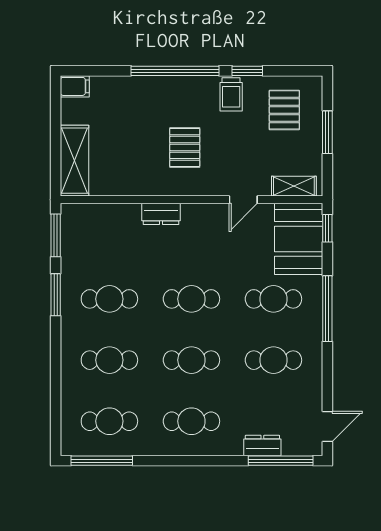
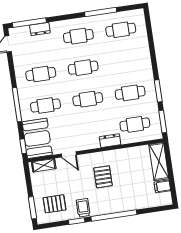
filing cabinet: (75, 86) -> (162, 186), moved
pallet: (284, 110) -> (55, 204), turned 90
window: (327, 132) -> (32, 208), moved
door: (243, 200) -> (69, 154), swing flipped
cafe table: (109, 360) -> (135, 124), moved
window: (102, 461) -> (101, 12), moved

